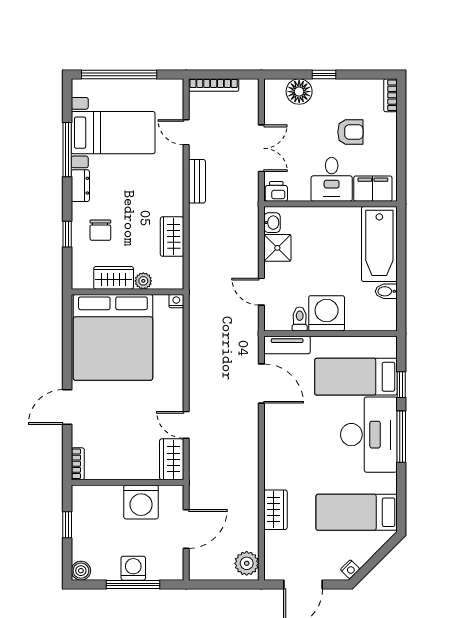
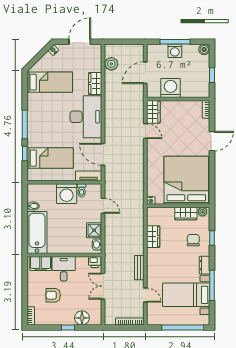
plant: (143, 281) -> (203, 212), moved
desk: (369, 435) -> (86, 117), moved, turned 180
plant: (247, 563) -> (111, 64), moved

